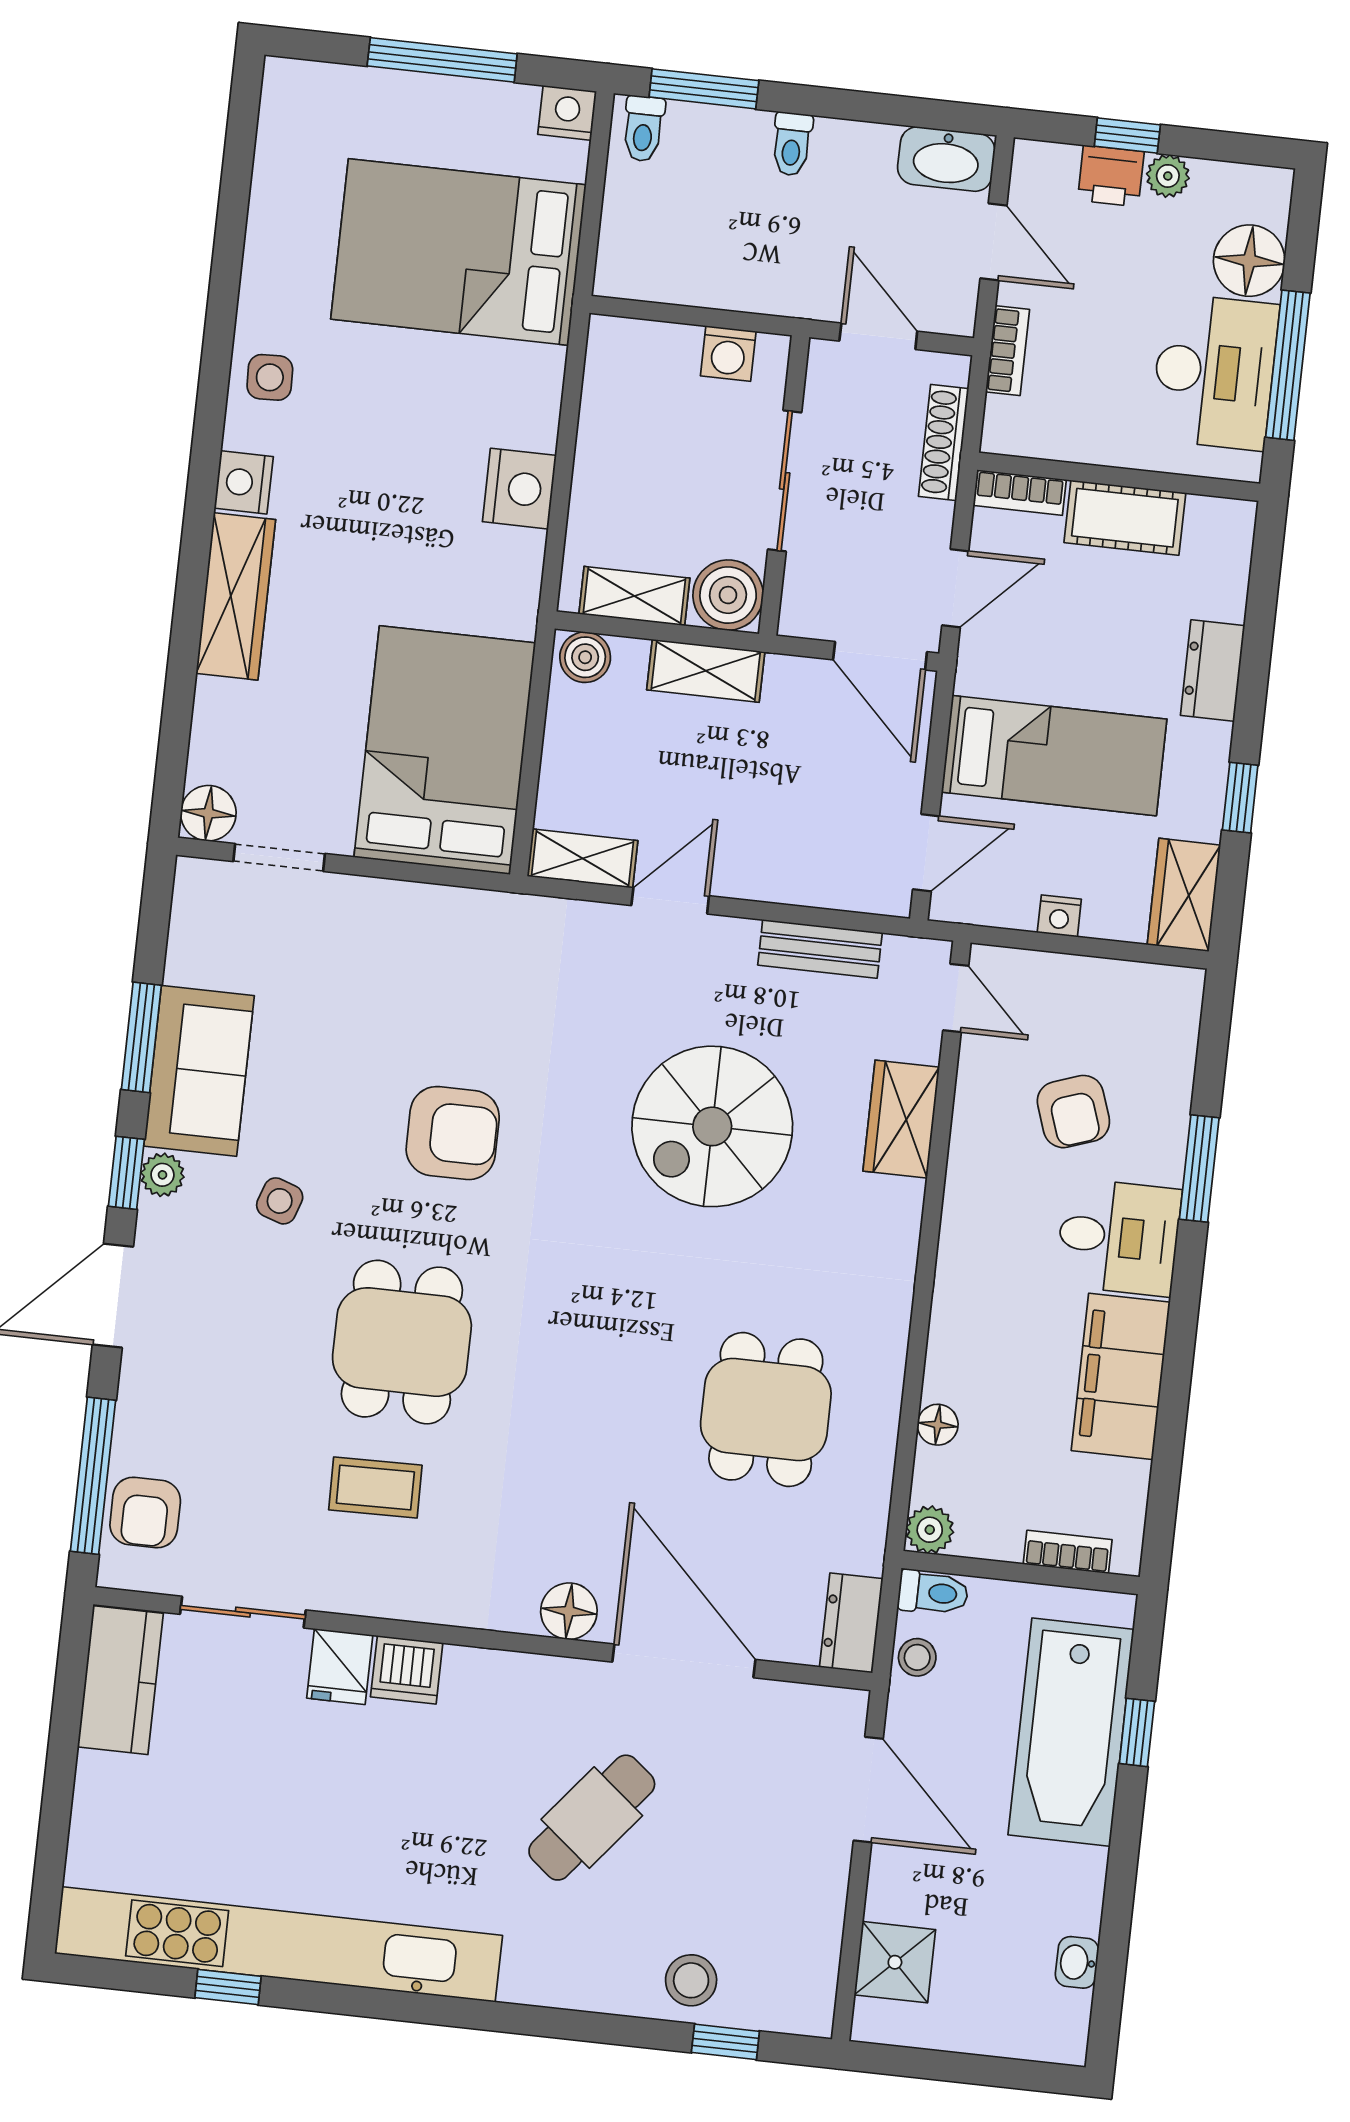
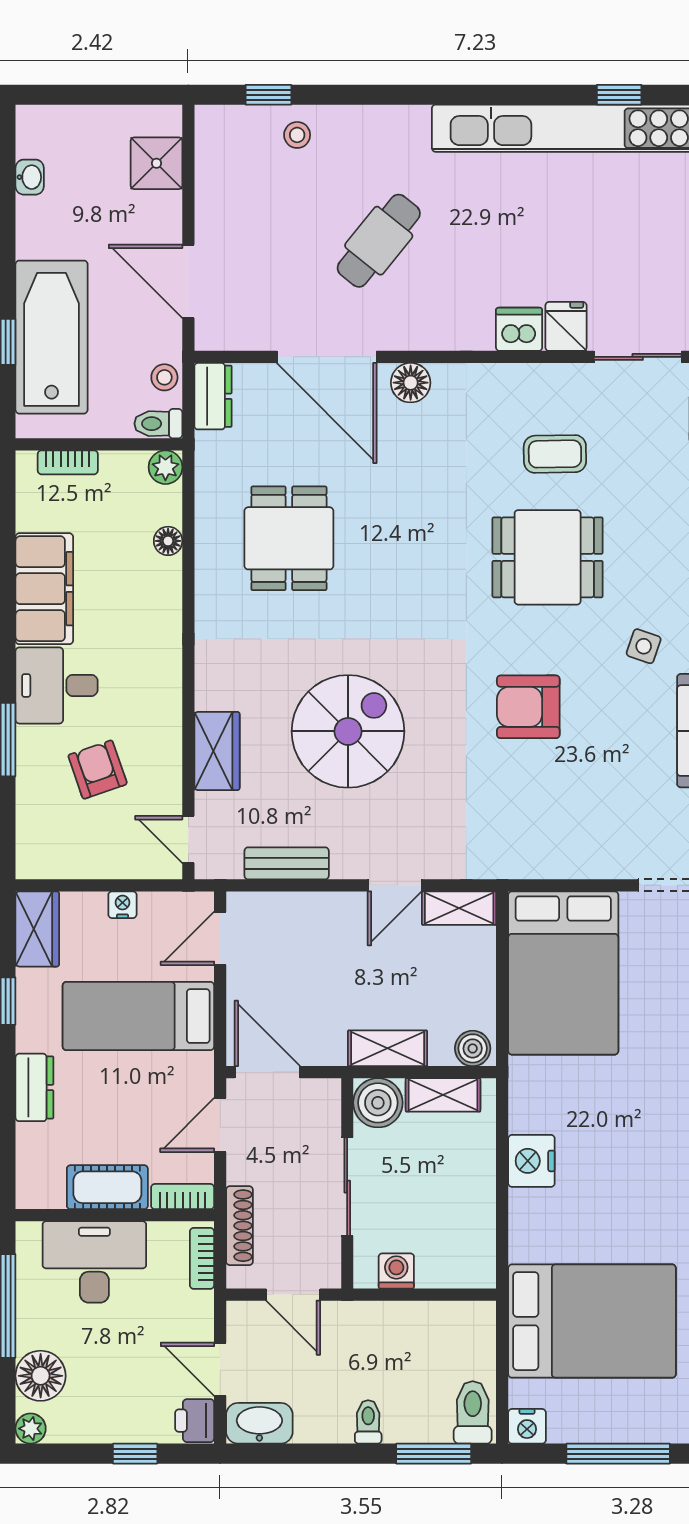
toilet: (643, 129) -> (473, 1412), width x1.37, depth x1.39
printer: (1111, 176) -> (195, 1421), moved, turned -90
plant: (1168, 176) -> (31, 1429), moved
bookcase: (1008, 351) -> (202, 1258), moved
desk: (1214, 372) -> (94, 1262), moved, turned 90
dining table: (402, 1342) -> (548, 557), turned 90
stool: (691, 1980) -> (297, 135), width x0.73, depth x0.73

